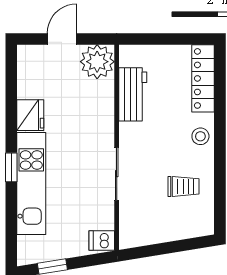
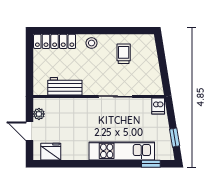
plant: (97, 62) -> (39, 114), width x0.53, depth x0.53
fridge: (30, 115) -> (51, 152), moved
window: (11, 167) -> (151, 164), moved

